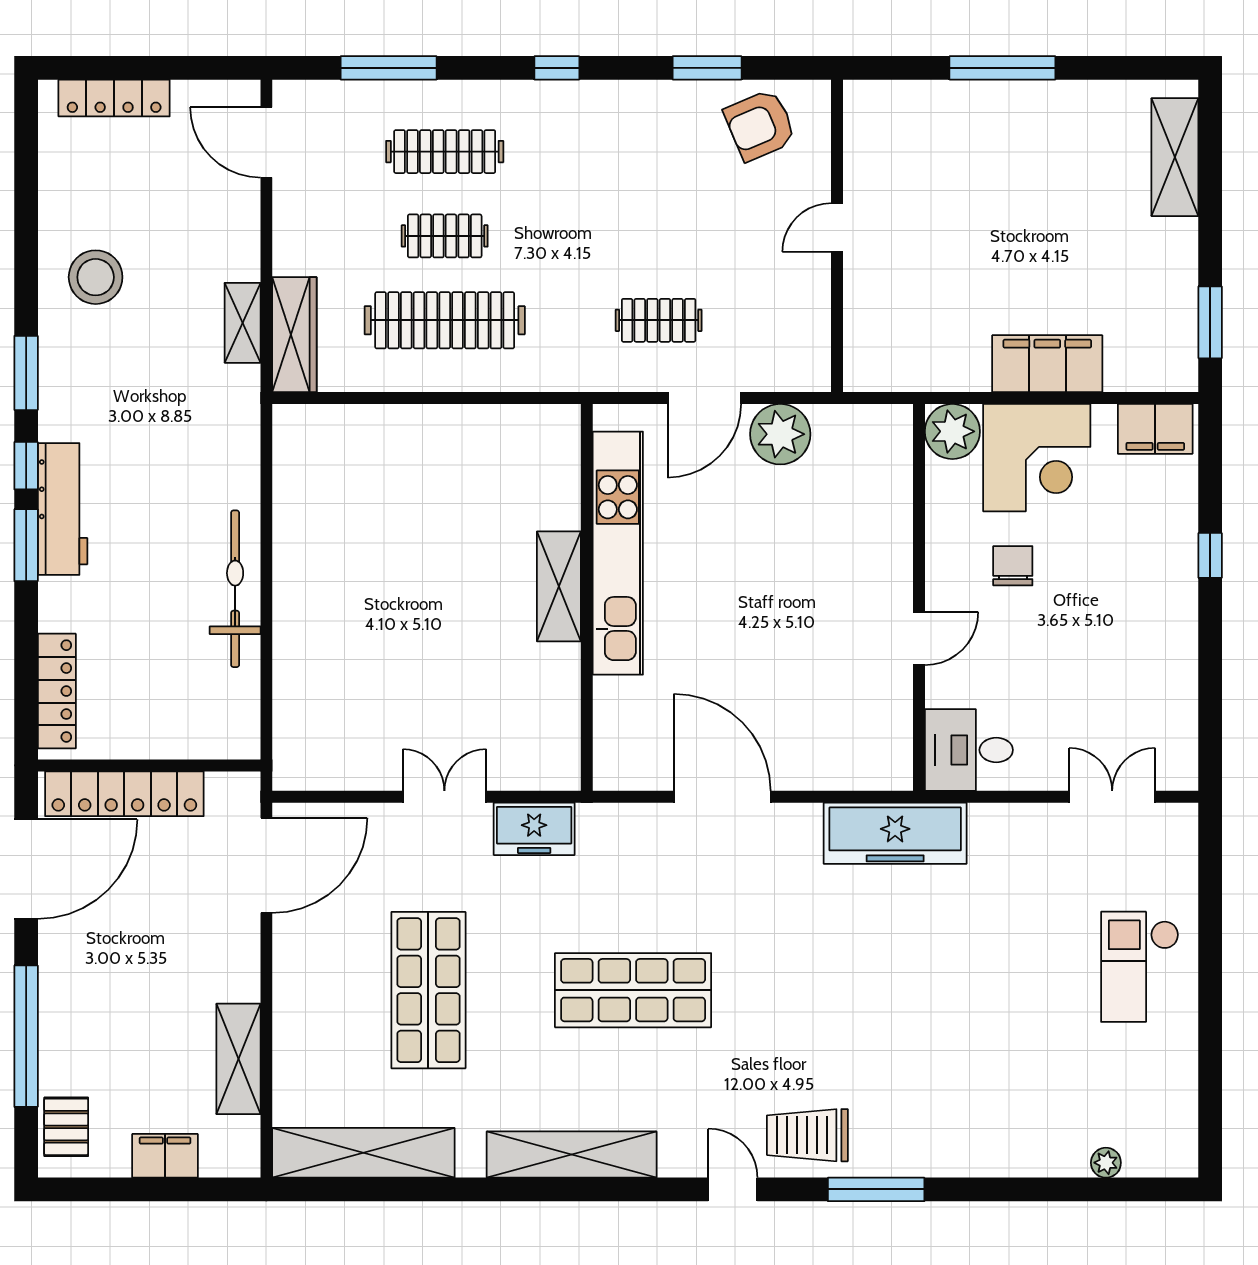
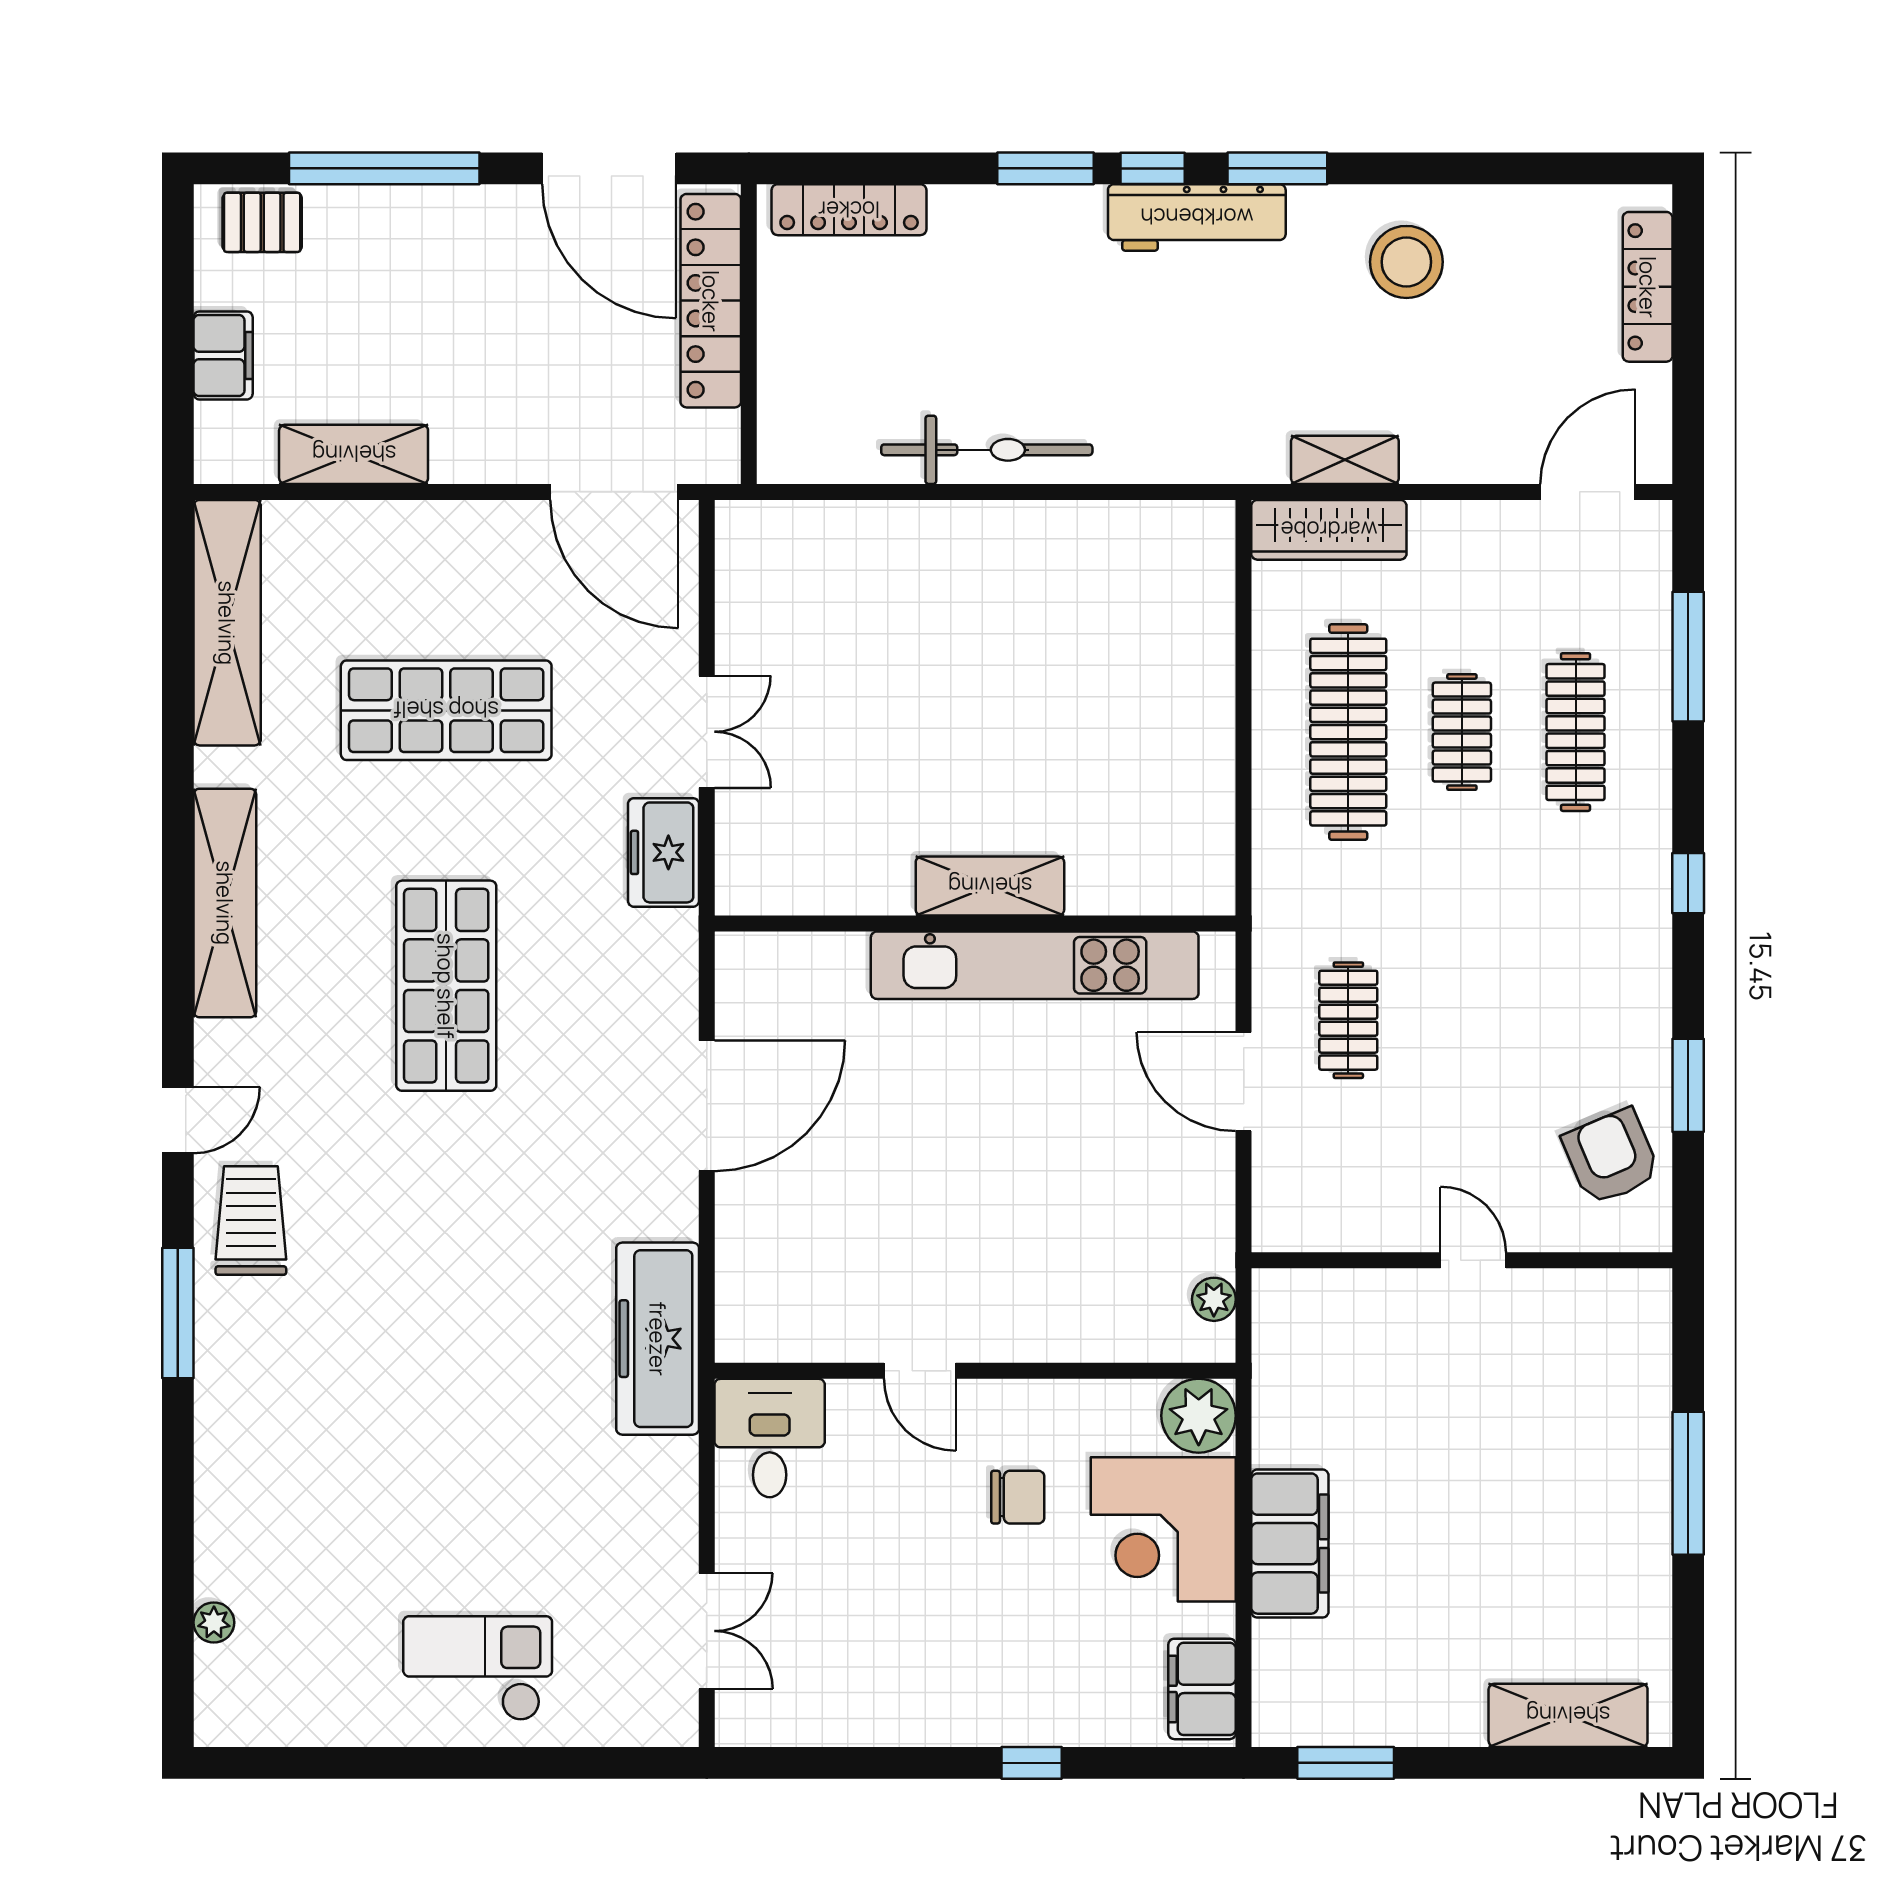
plant: (780, 434) -> (1214, 1299), moved, width x0.53, depth x0.53
workbench: (63, 509) -> (1197, 217), moved

